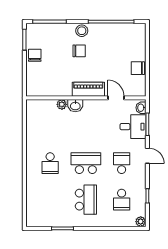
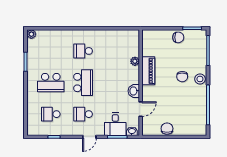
piano: (88, 89) -> (148, 71), moved
washbasin: (75, 106) -> (134, 91), moved
school desk: (122, 163) -> (83, 114), turned 180
plant: (141, 222) -> (31, 34), moved

